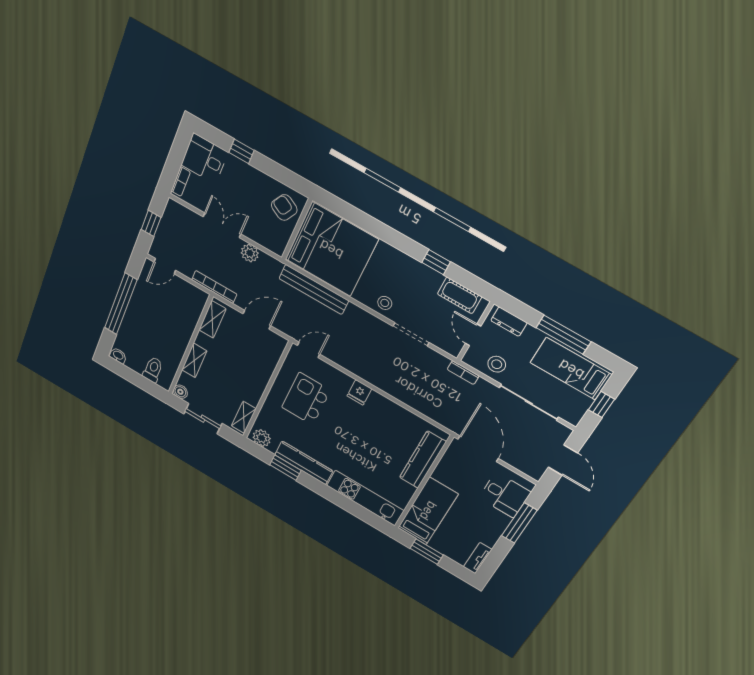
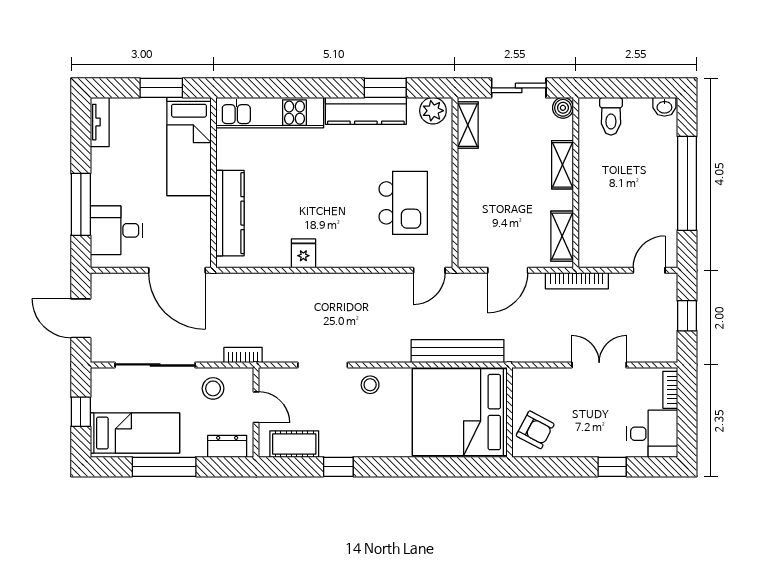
double door: (222, 225) -> (599, 365), swing flipped
plant: (250, 253) -> (552, 350), removed
fridge: (359, 392) -> (303, 253), moved

